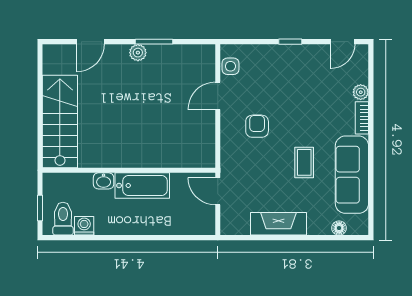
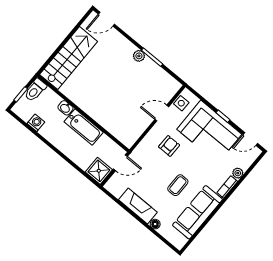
door: (90, 42) -> (106, 19), moved
corner sofa: (289, 72) -> (209, 132), added
door: (218, 191) -> (120, 163), swing flipped
toilet: (63, 219) -> (35, 90), moved, turned 180
shower: (201, 221) -> (99, 171), added
floor lamp: (339, 228) -> (155, 224), moved

